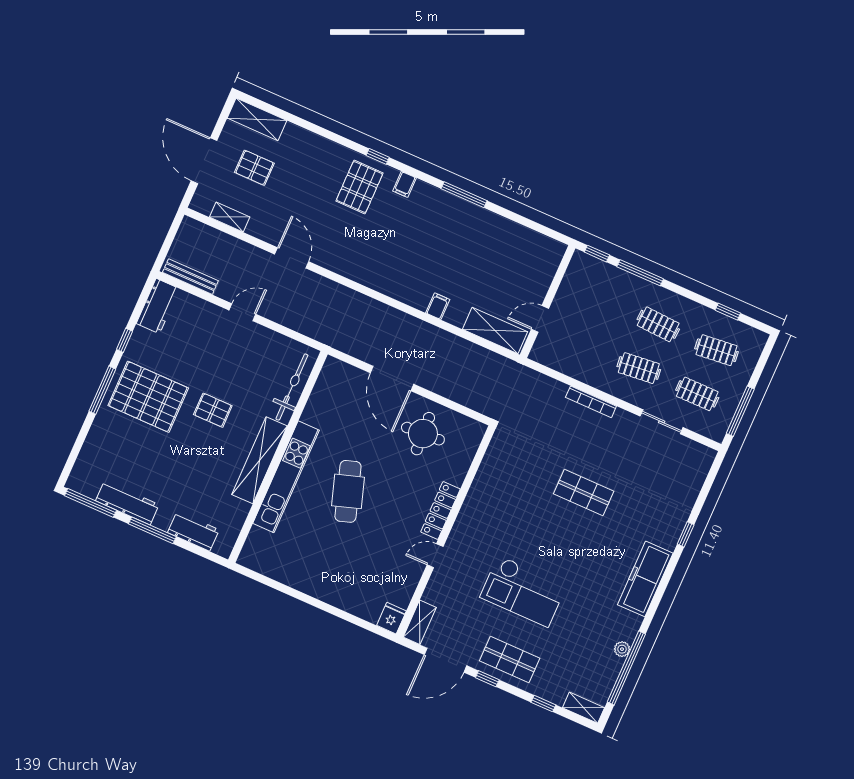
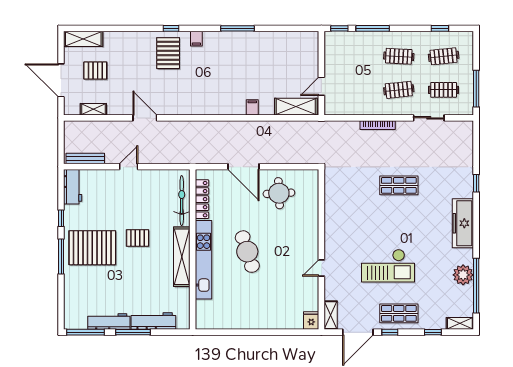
locker: (440, 511) -> (202, 199), moved, turned 180
workbench: (193, 531) -> (153, 321), width x1.38
plant: (622, 649) -> (463, 275), width x1.88, depth x1.88

